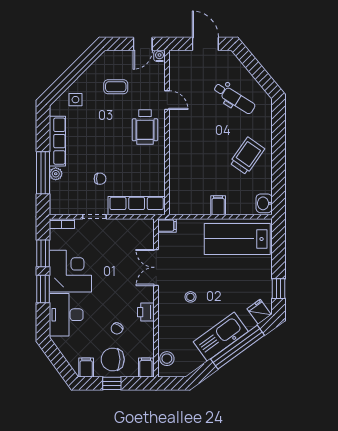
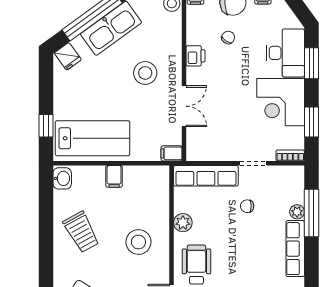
stool: (196, 147) -> (138, 242), added
trolley: (247, 156) -> (81, 232), turned -64
plant: (157, 164) -> (183, 223), added
window: (43, 289) -> (311, 63), moved
window: (278, 289) -> (46, 126), moved
stool: (190, 297) -> (145, 73), width x1.89, depth x1.89

